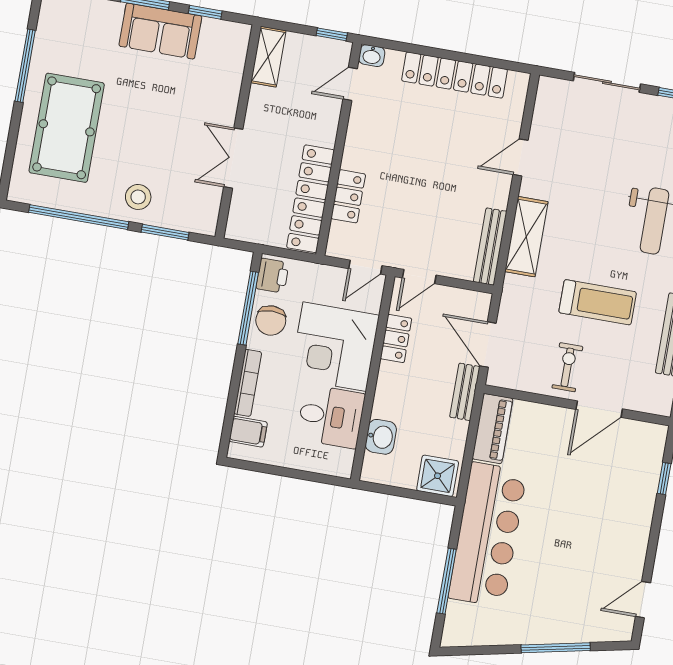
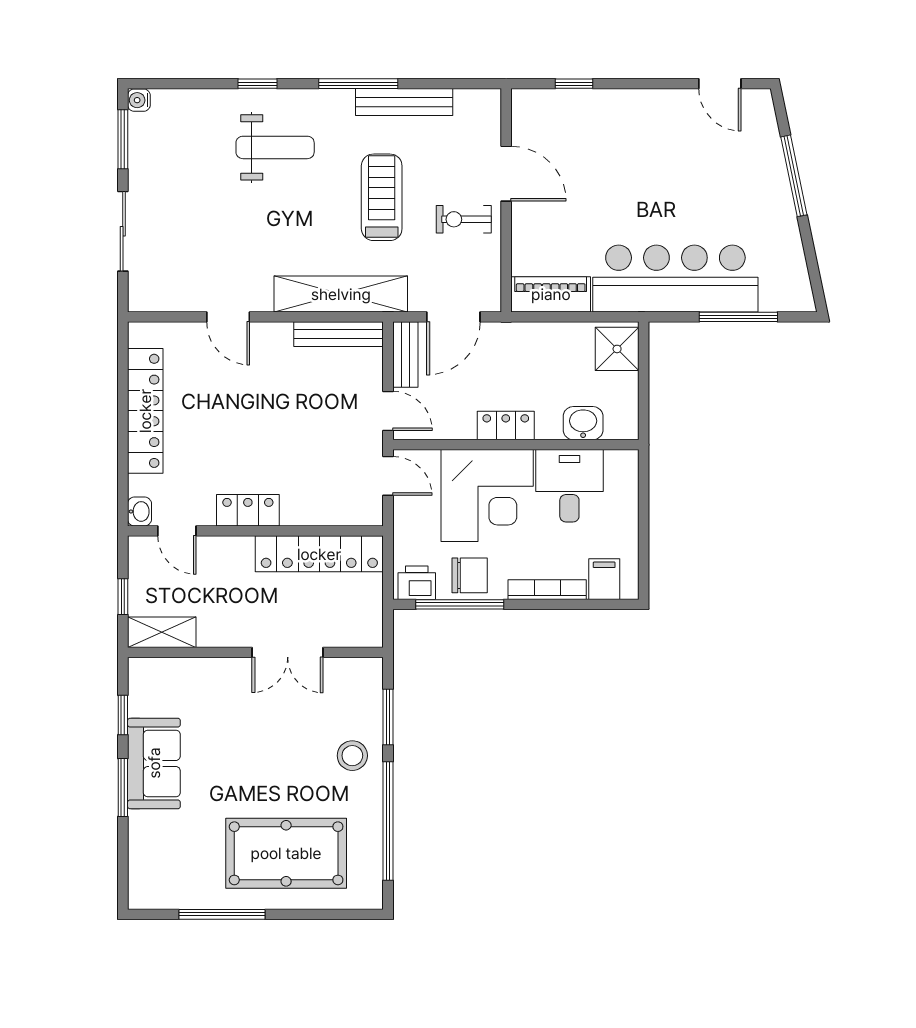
window: (332, 34) -> (123, 597), moved
locker: (348, 196) -> (248, 510), moved
shelving: (526, 237) -> (341, 294), width x1.47
locker: (396, 338) -> (506, 426), moved
bench: (465, 392) -> (405, 355), moved, turned 90

